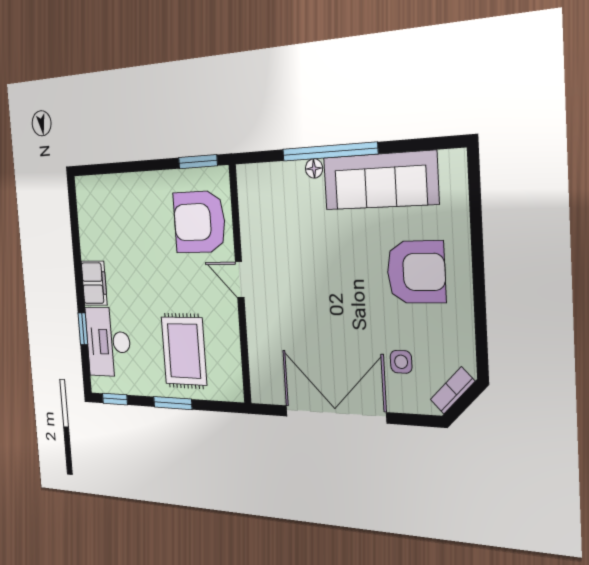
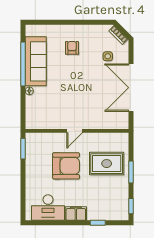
window: (329, 152) -> (23, 64), moved
armchair: (199, 222) -> (66, 166), moved, turned -90
armchair: (416, 272) -> (72, 48), width x0.53, depth x0.53
desk: (108, 342) -> (48, 208), moved

